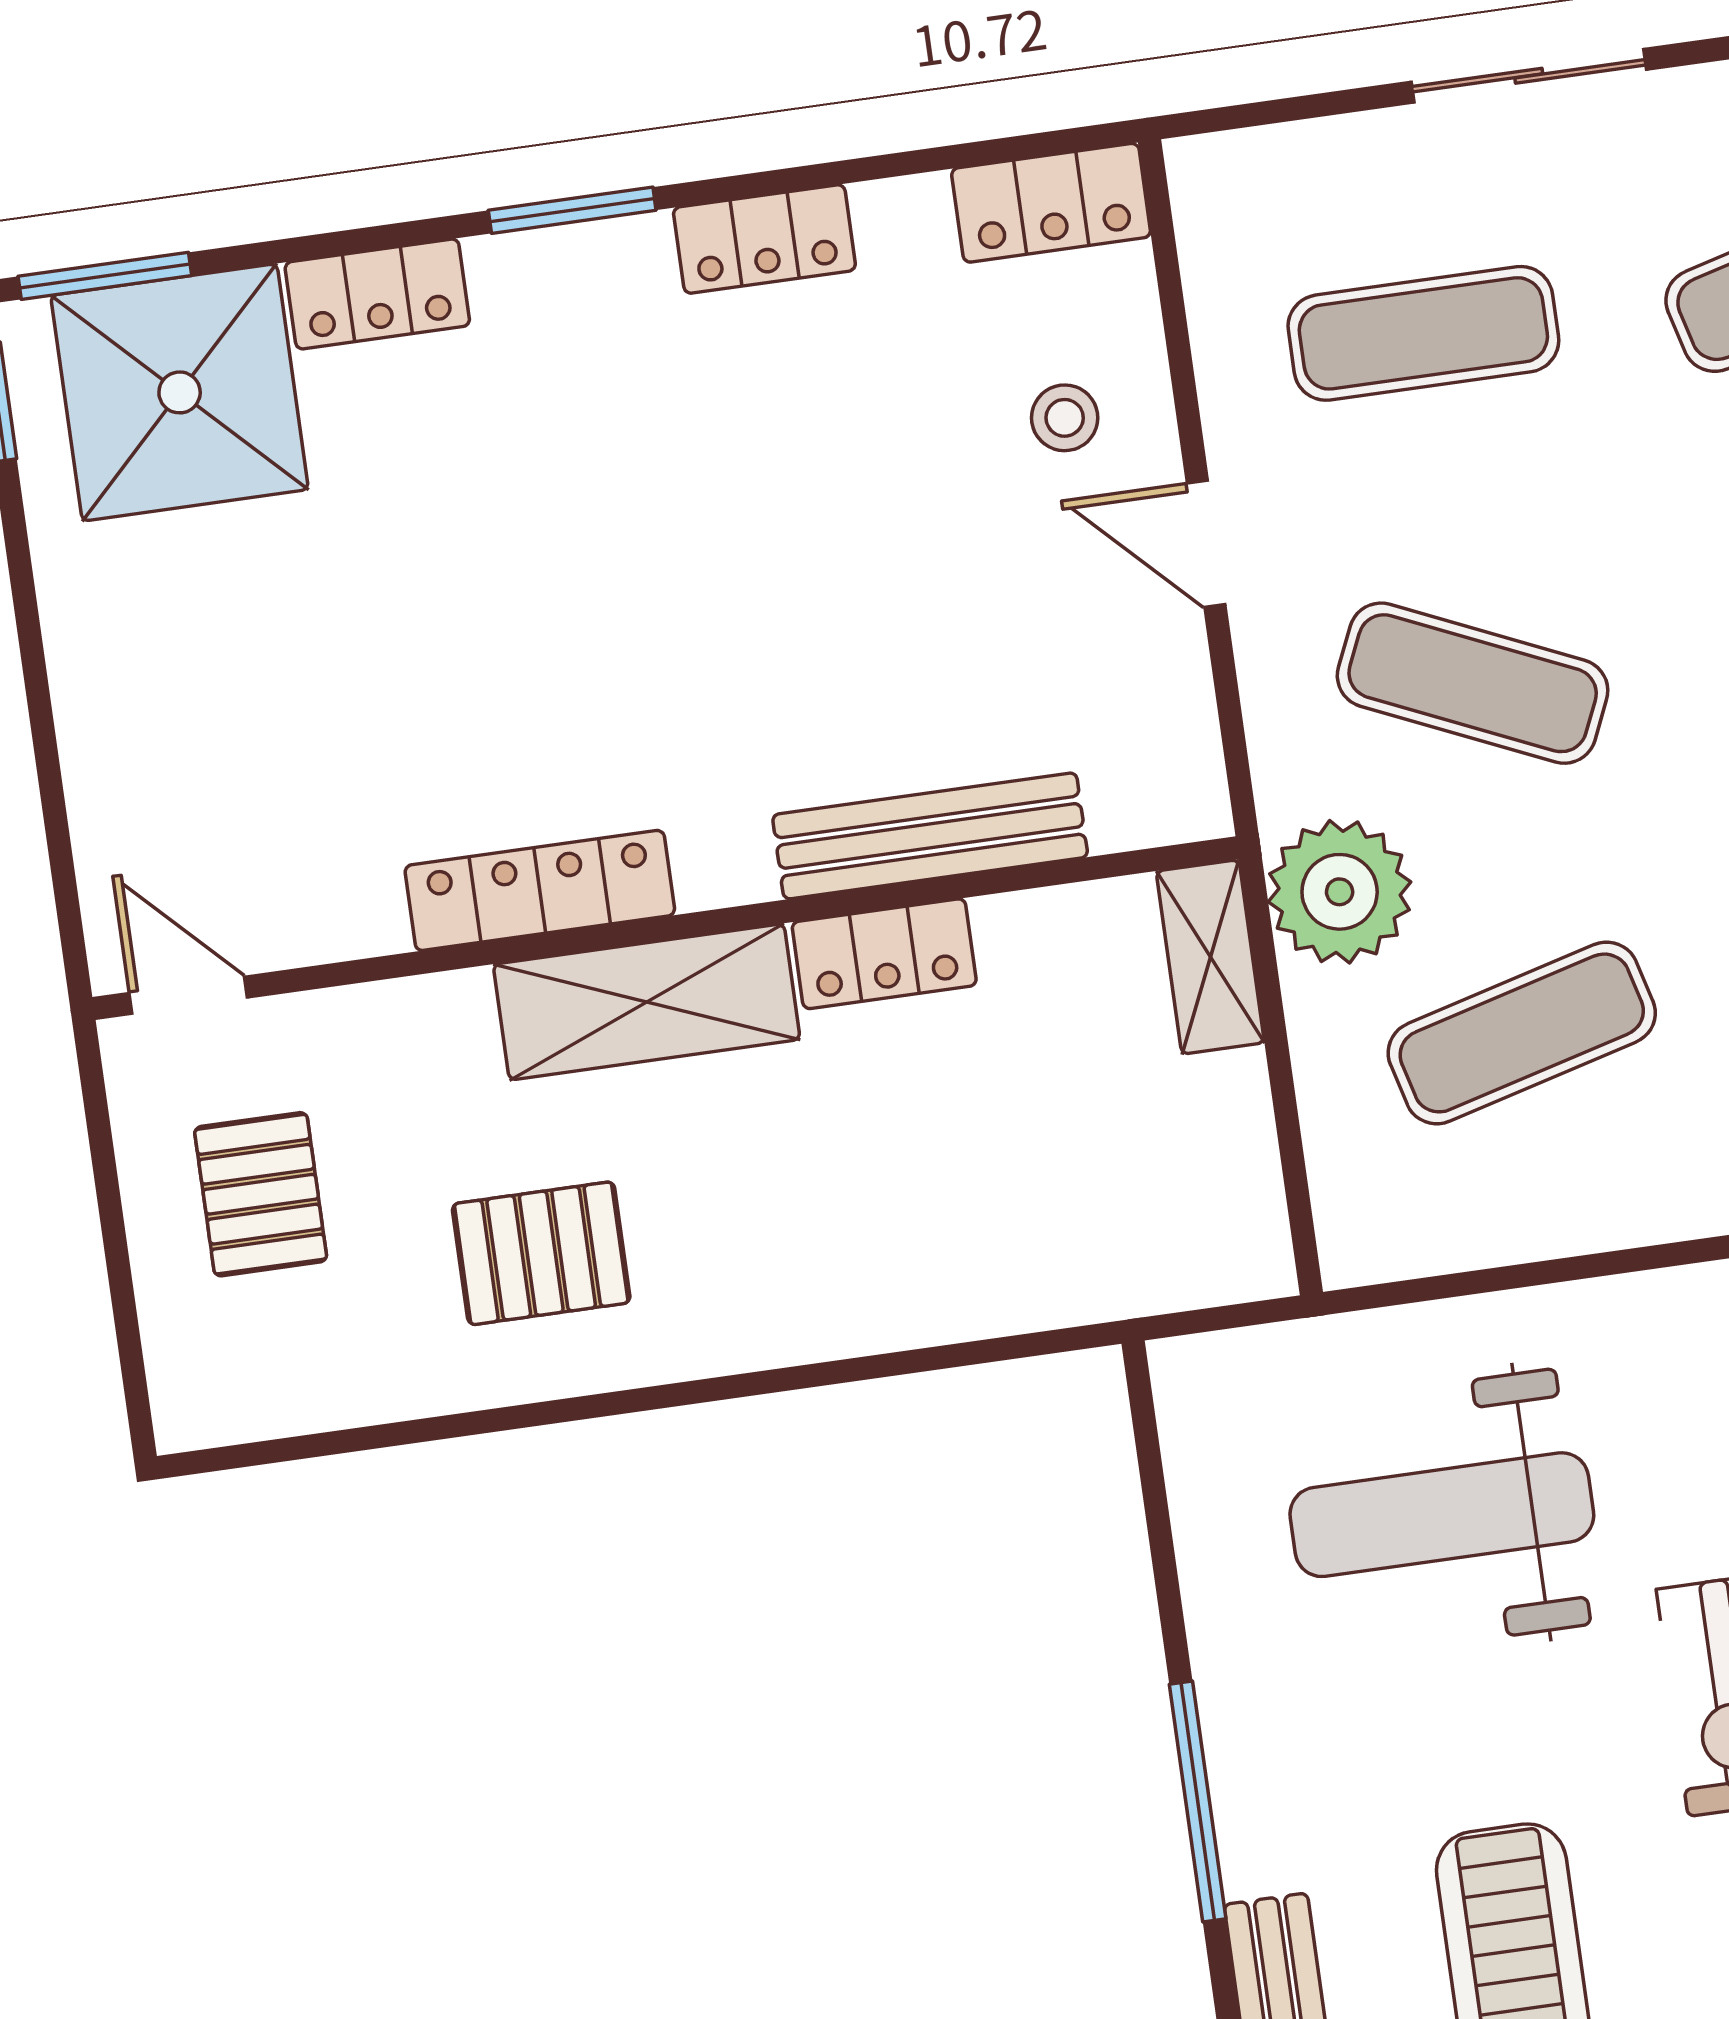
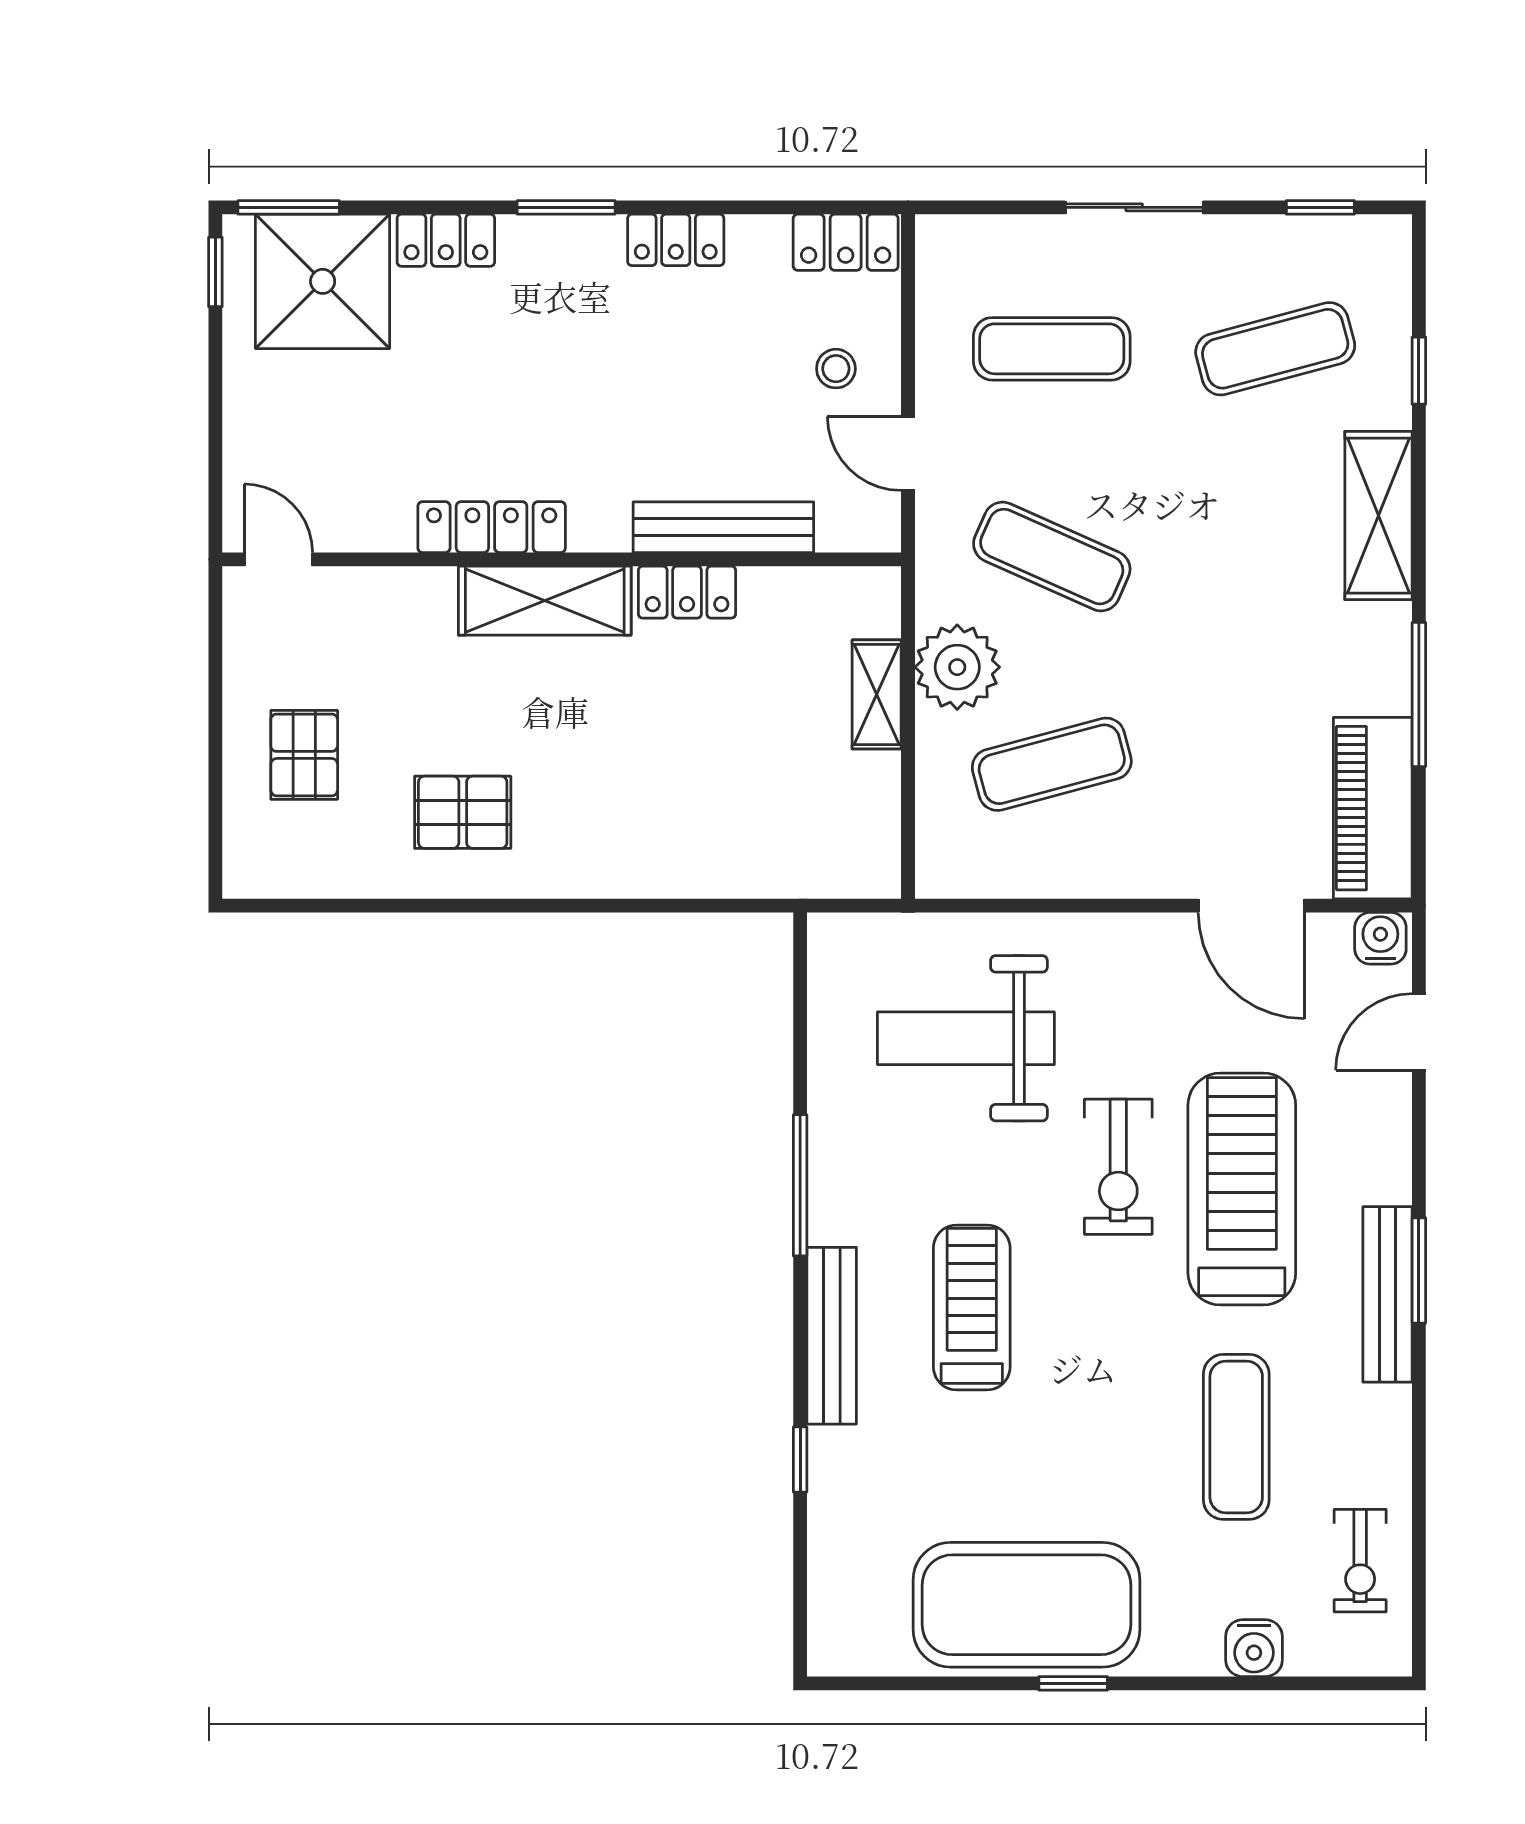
bench: (930, 836) -> (723, 527), moved
locker: (540, 890) -> (492, 527), moved
wall: (665, 928) -> (562, 559), moved
locker: (884, 954) -> (687, 592), moved
door: (188, 995) -> (278, 559), moved
shelving: (647, 1002) -> (545, 601), moved

